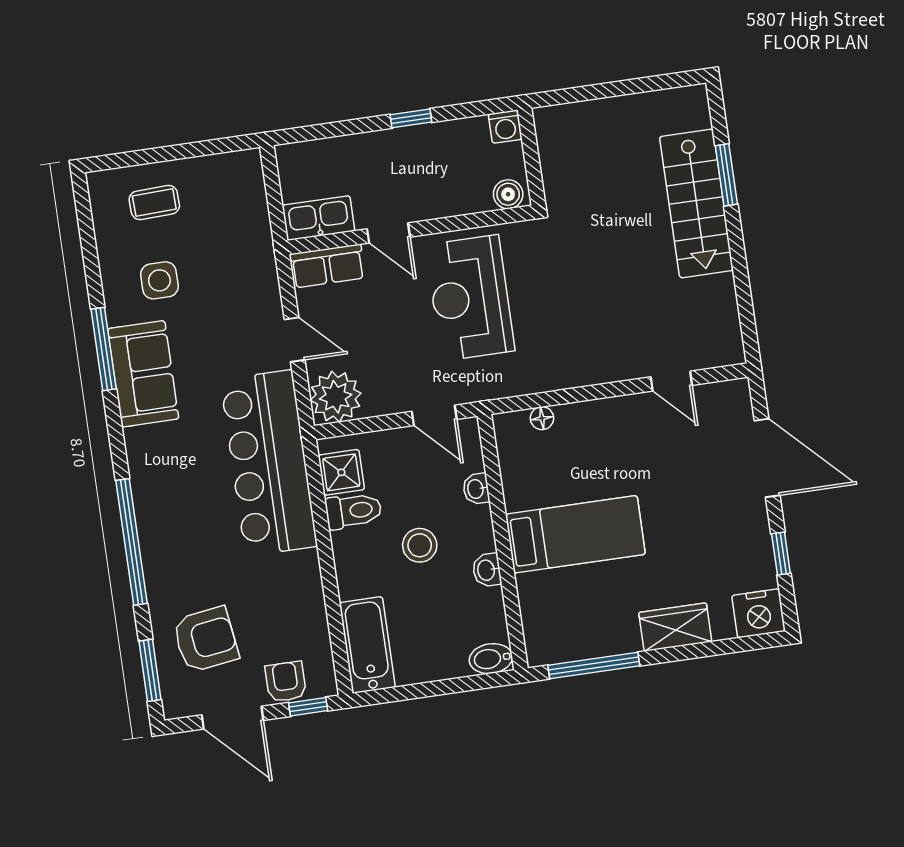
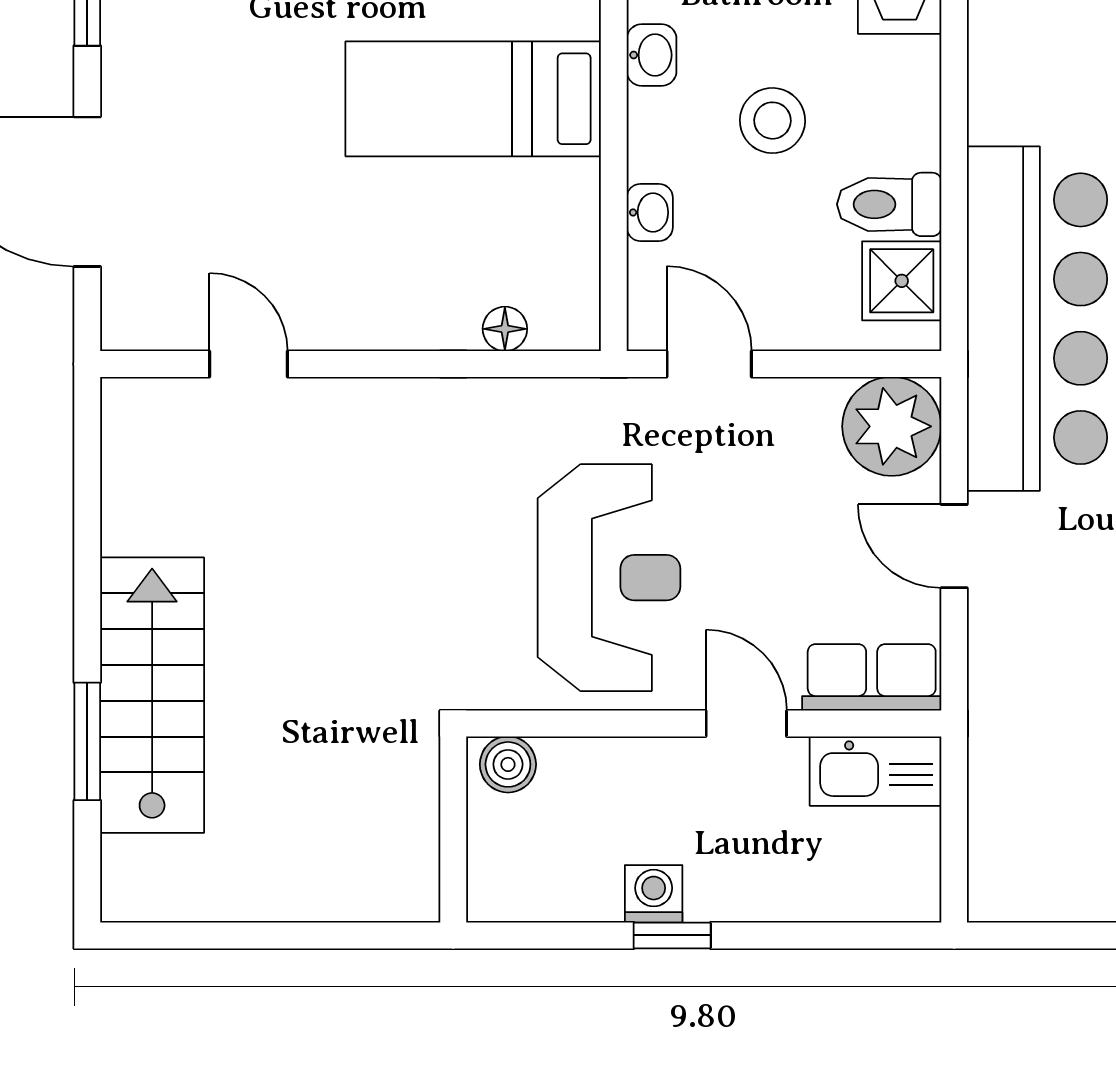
washing machine: (505, 127) -> (654, 894), moved

